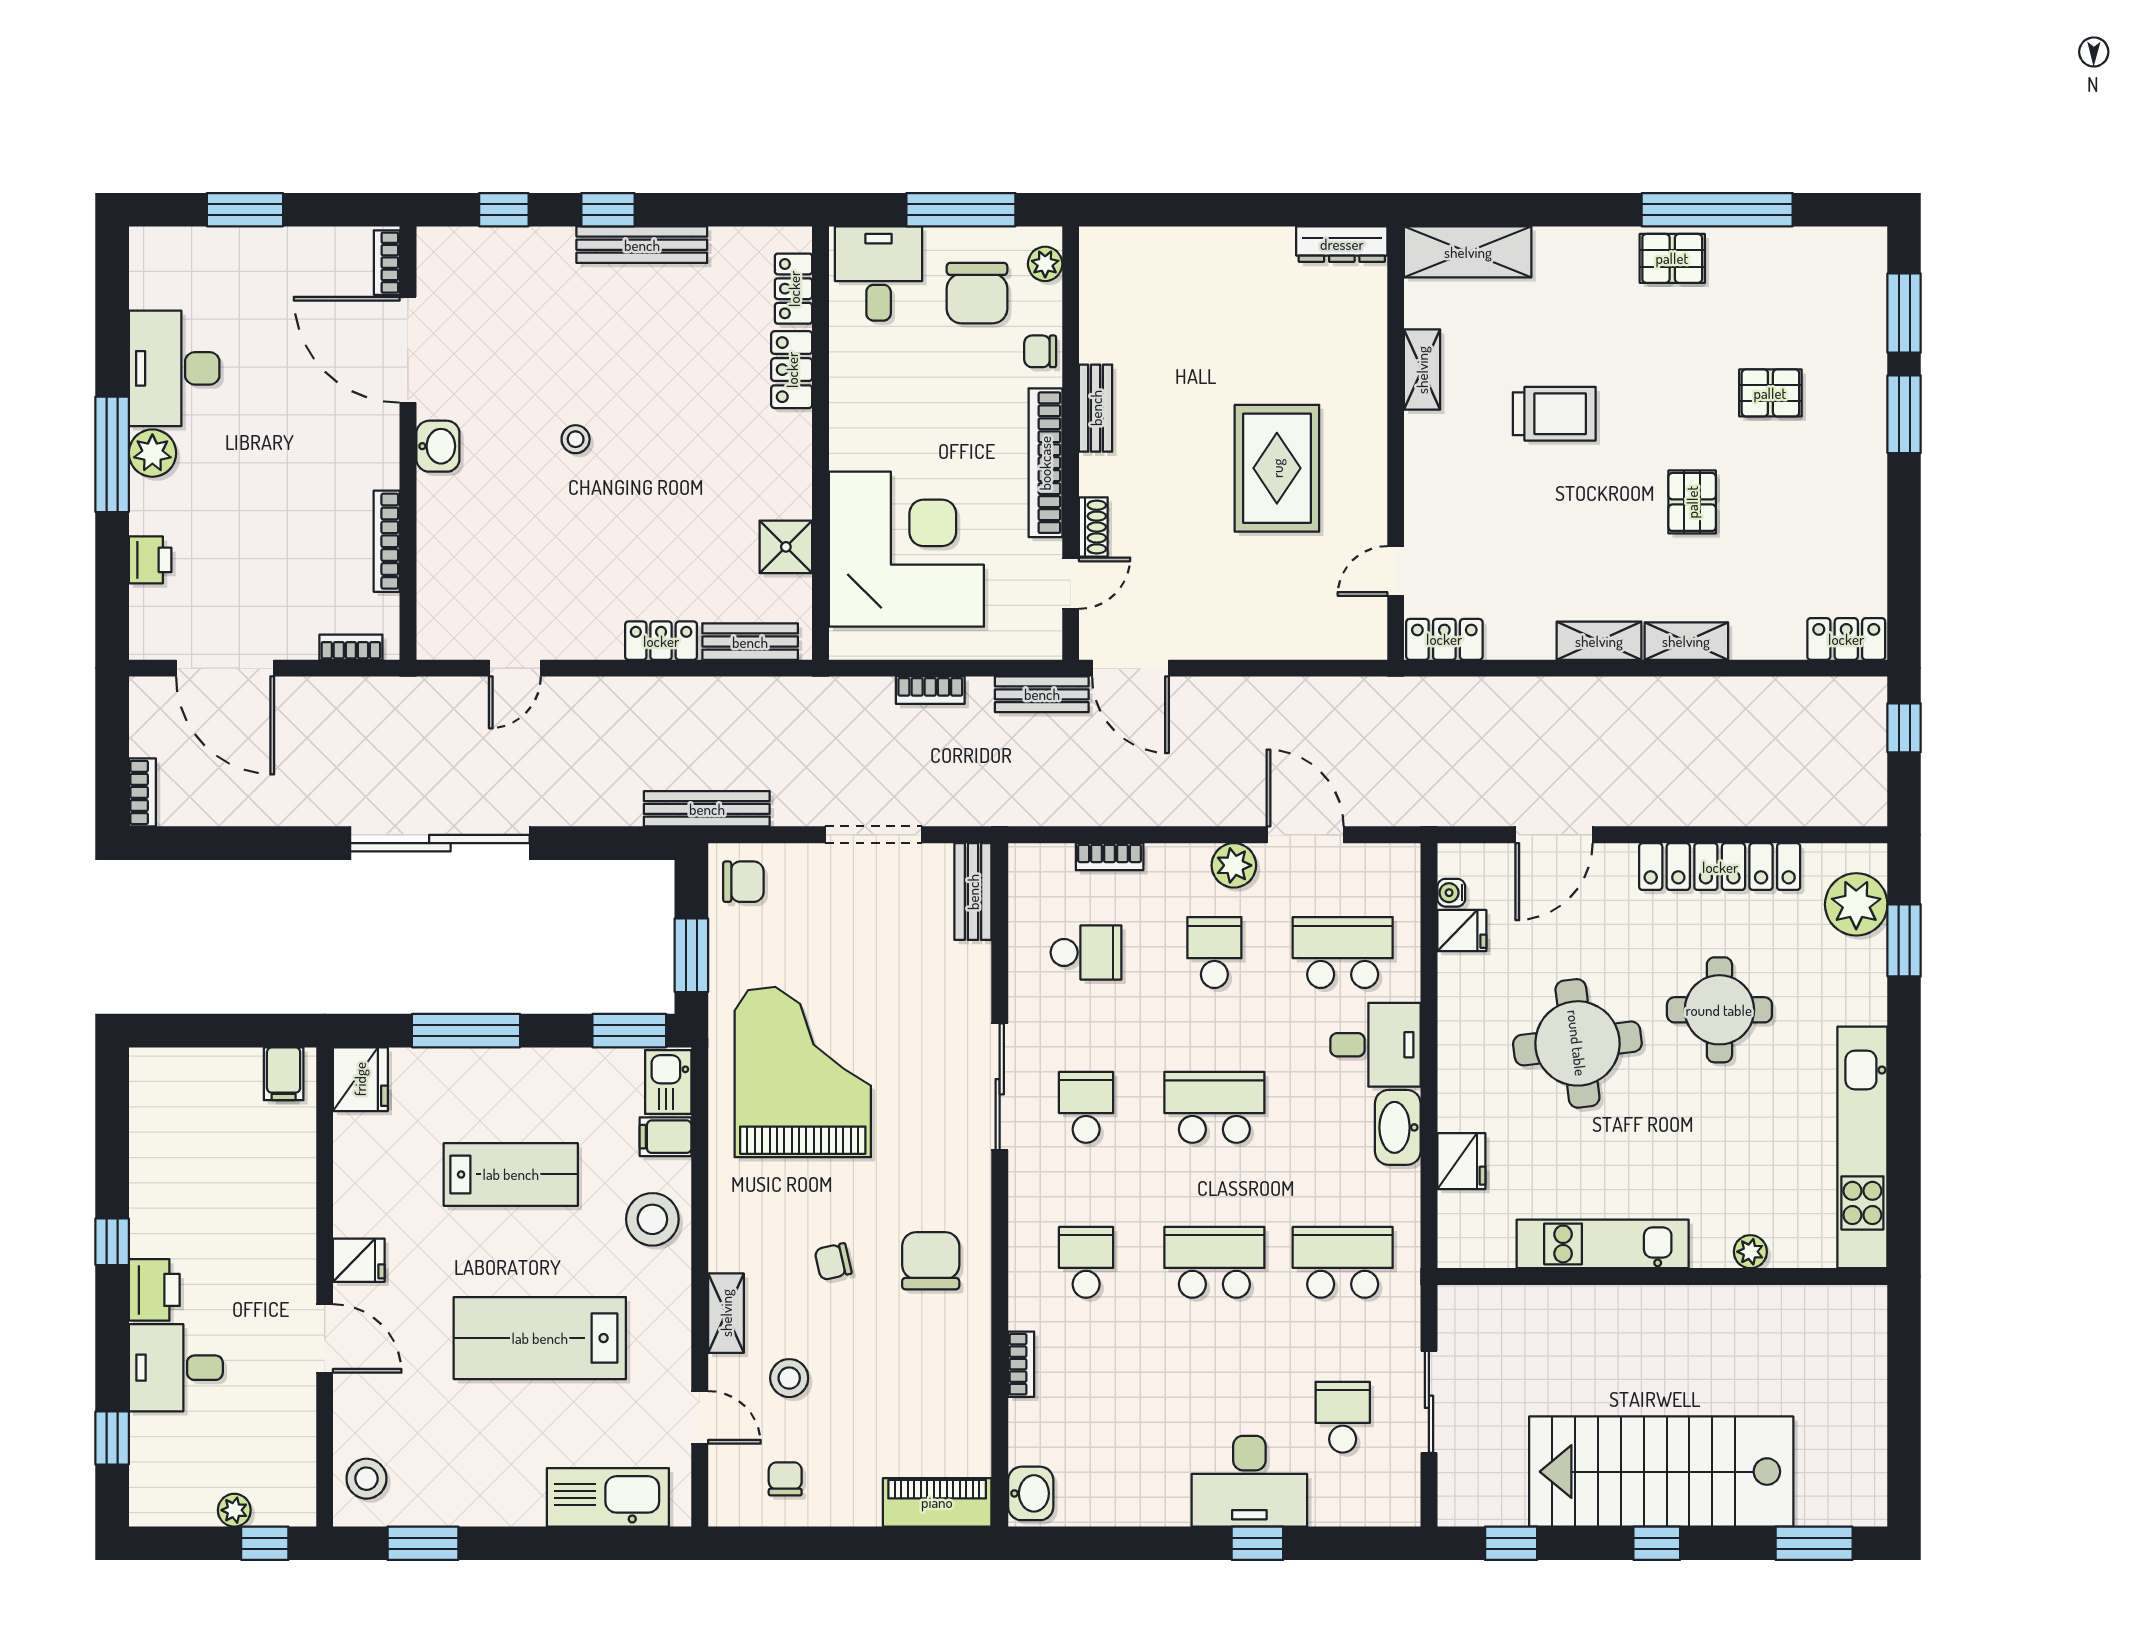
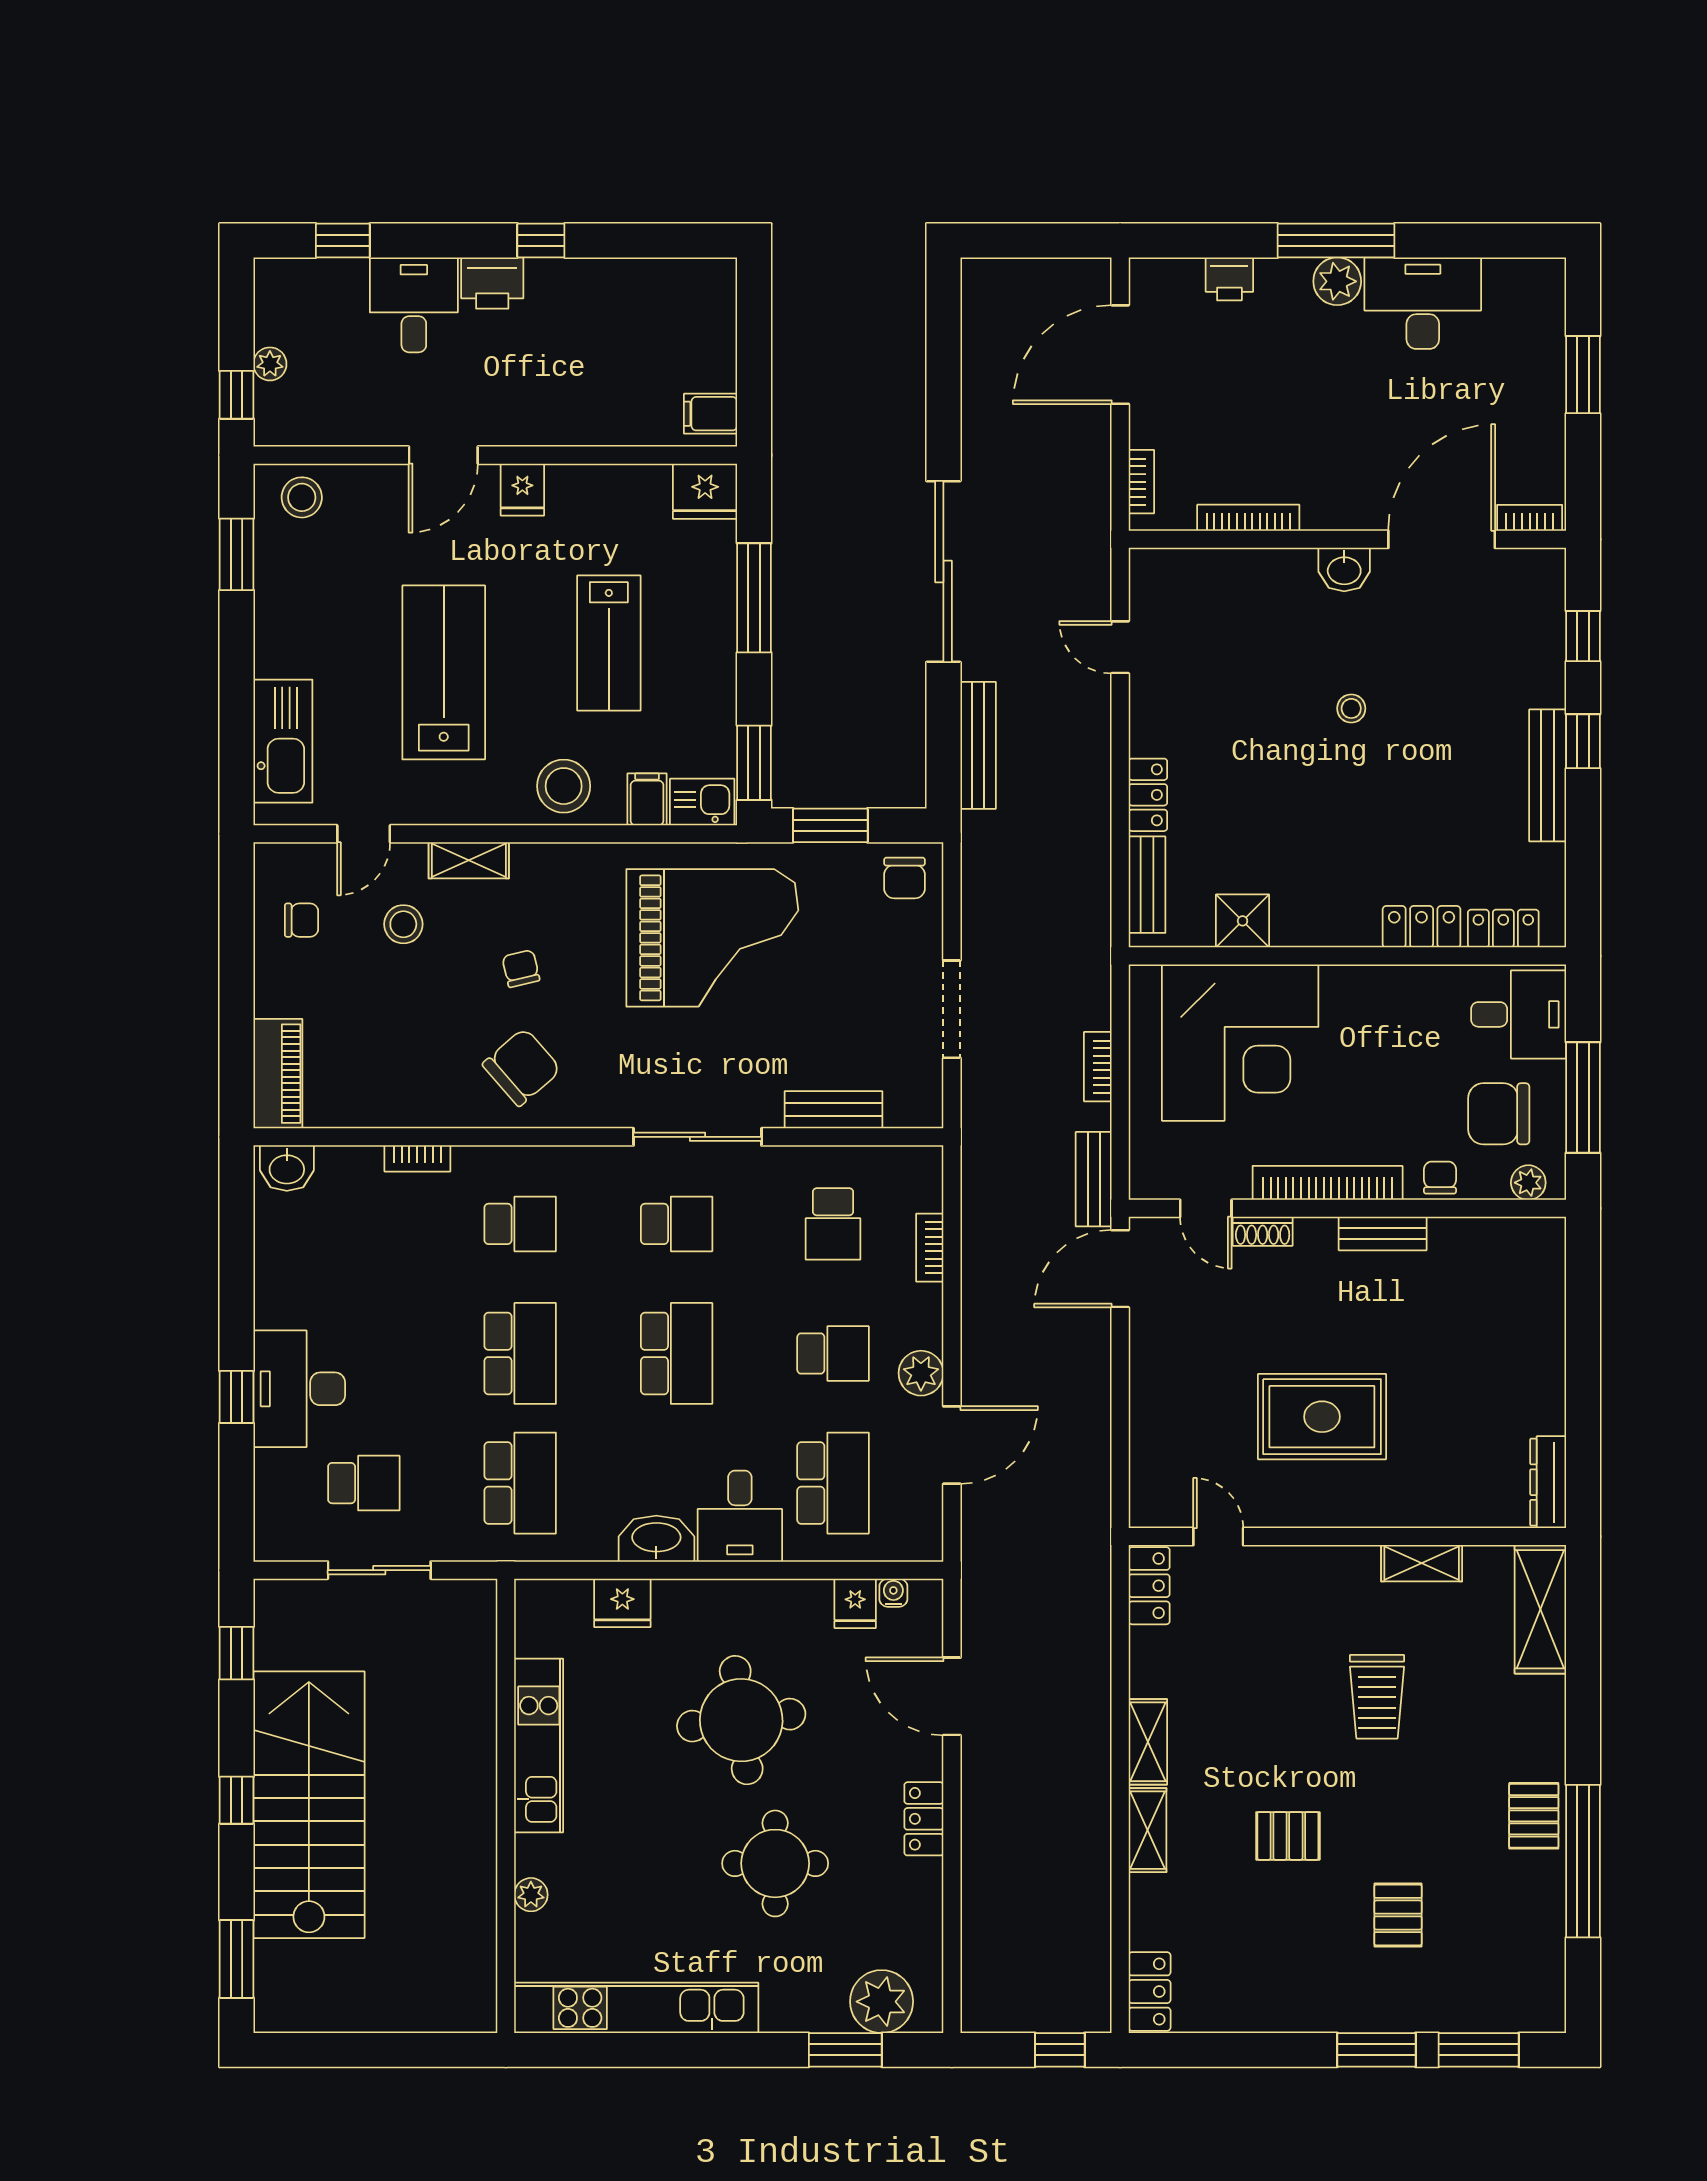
bookcase: (142, 792) -> (995, 271), removed
bench: (707, 809) -> (978, 745), moved
locker: (1720, 867) -> (924, 1819), width x0.46, depth x0.83
bench: (973, 892) -> (834, 1110), moved
chair: (931, 1261) -> (522, 1067), turned -41

